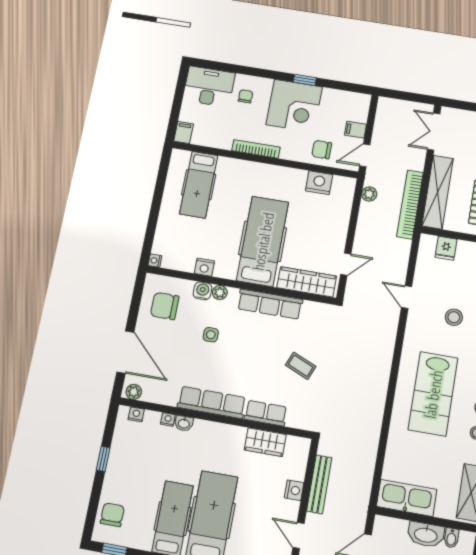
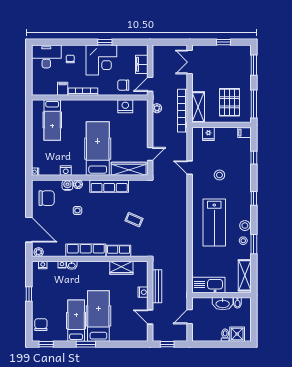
filing cabinet: (355, 130) -> (142, 64), width x2.00
filing cabinet: (184, 133) -> (63, 89), moved
shelving: (438, 192) -> (198, 107), width x0.68
chair: (165, 306) -> (47, 198), turned 180

